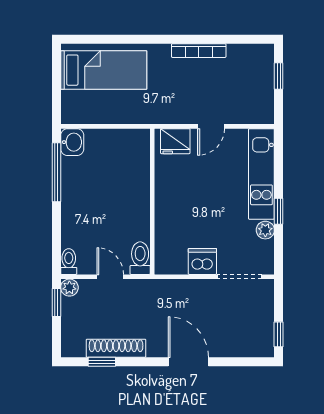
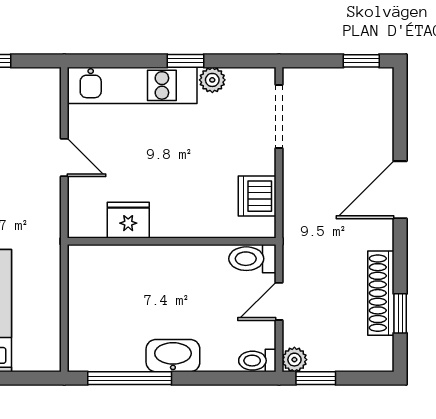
fridge: (175, 141) -> (128, 220), moved, turned -90
washbasin: (72, 142) -> (173, 356), moved, width x1.38
dishwasher: (202, 261) -> (257, 196), moved

